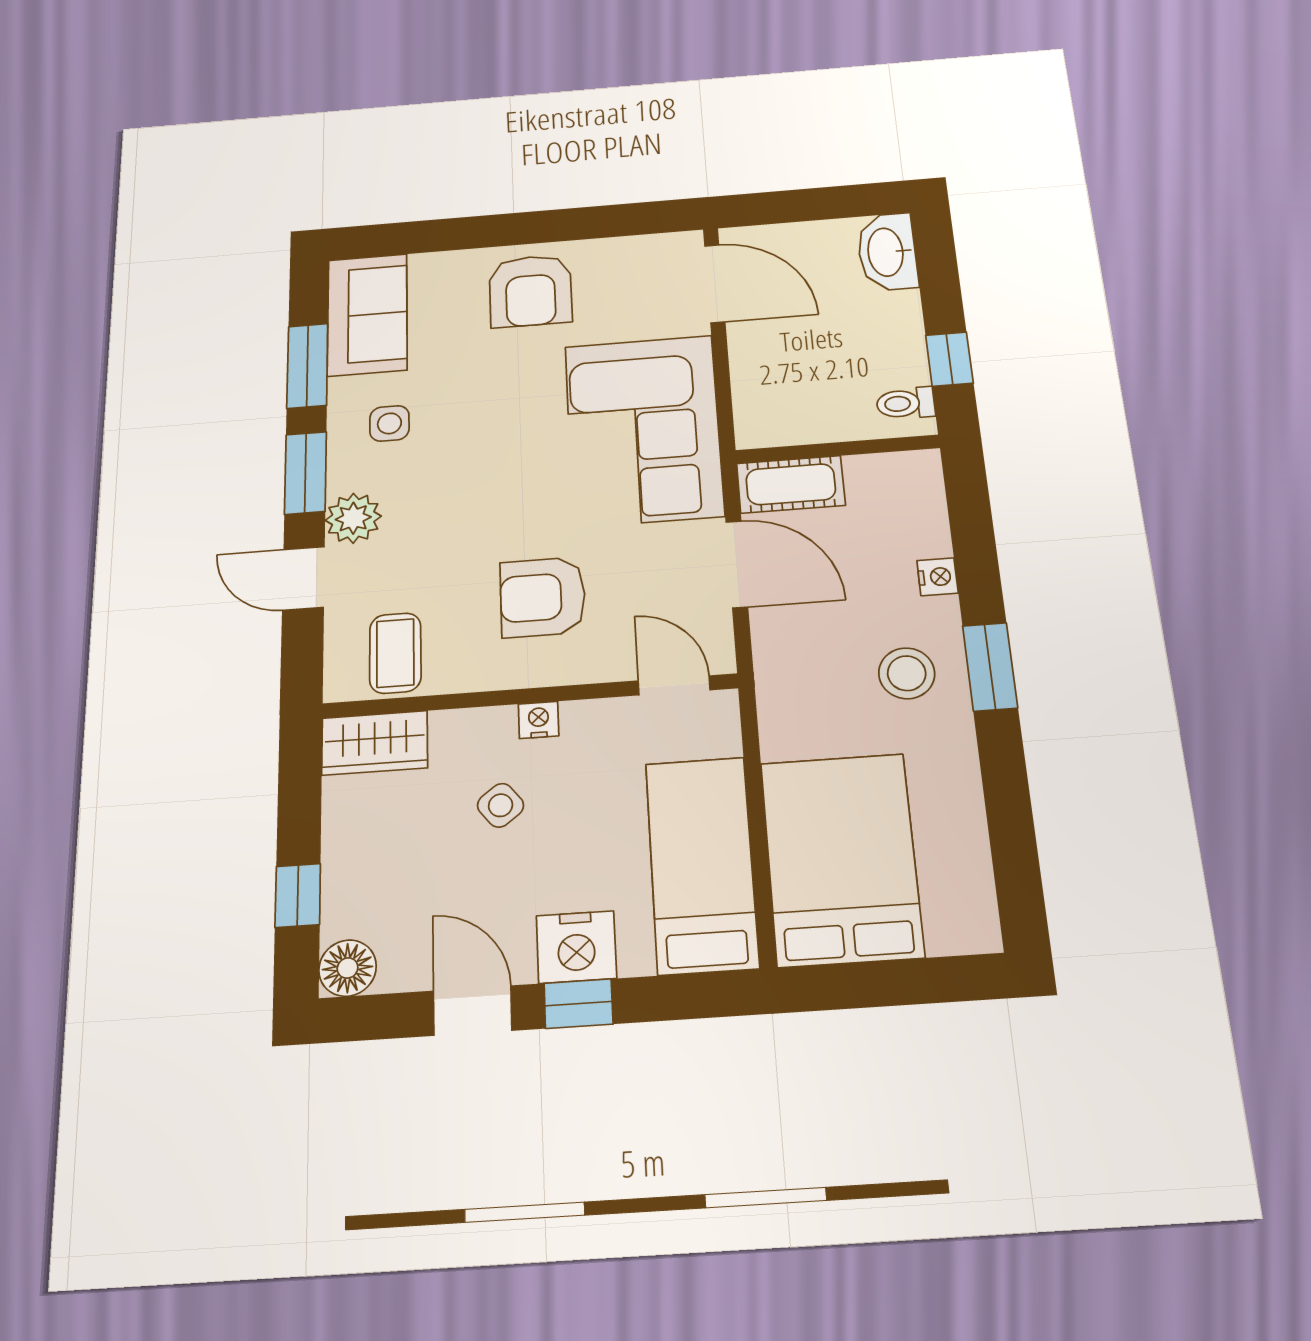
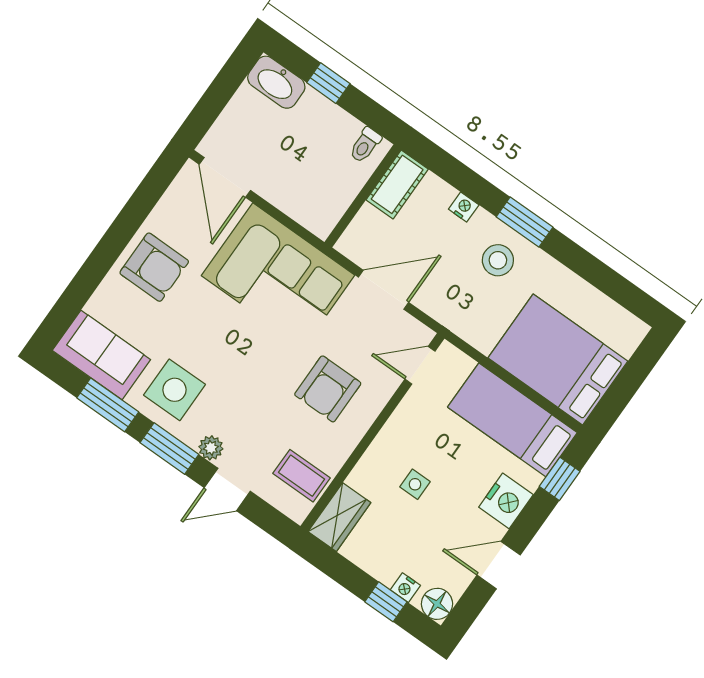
door: (715, 284) -> (225, 177), swing flipped
window: (949, 359) -> (328, 83), moved
side table: (389, 423) -> (174, 390), width x1.87, depth x1.87
cot: (791, 484) -> (397, 184), moved
plant: (353, 518) -> (211, 448), width x0.73, depth x0.73
nightstand: (539, 720) -> (405, 588), moved, turned -90
side table: (501, 805) -> (415, 484), turned 38
window: (578, 1004) -> (560, 479), moved

